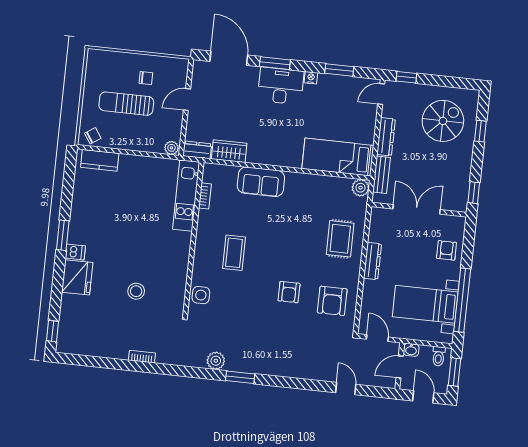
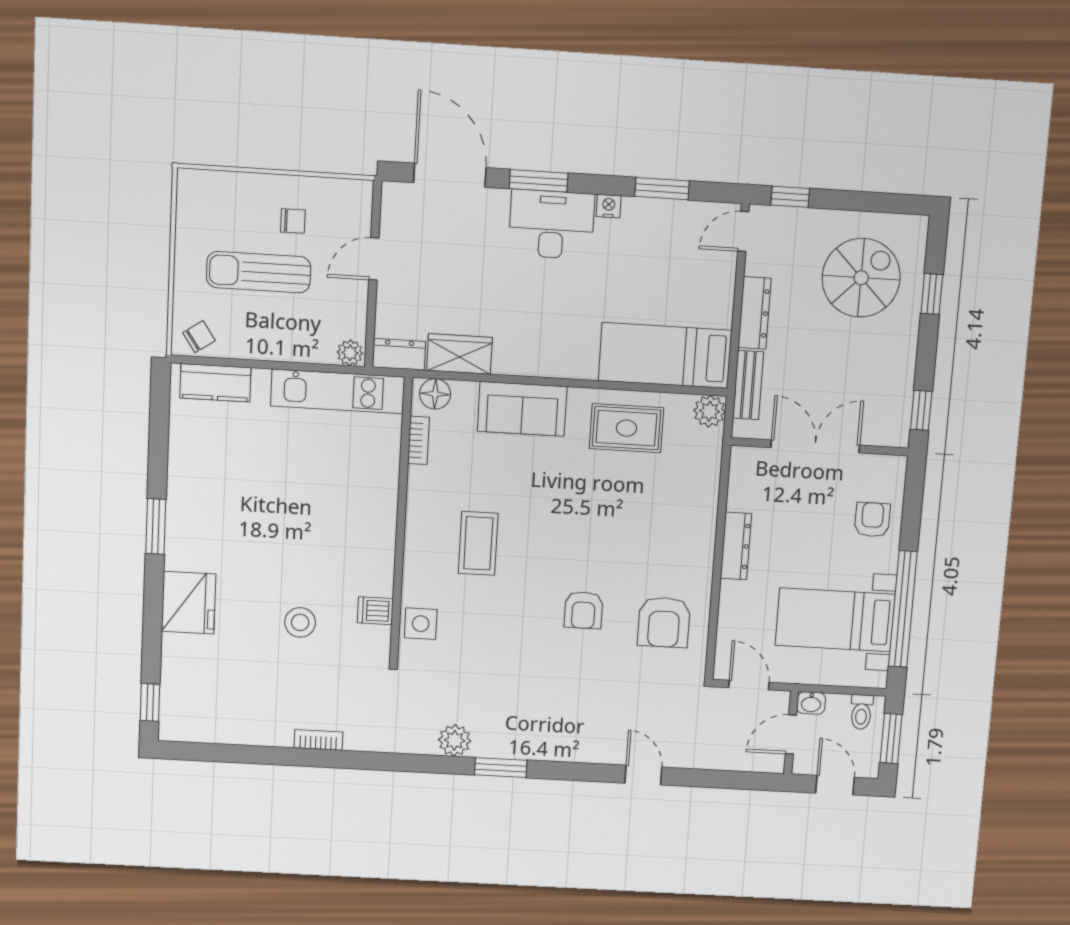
floor lamp: (215, 172) -> (435, 394), added
kitchen unit: (186, 196) -> (338, 391), moved, turned -90
rug: (340, 239) -> (626, 428), moved, turned 90
dishwasher: (75, 252) -> (375, 611), moved, turned 180
door: (346, 389) -> (643, 775), moved

